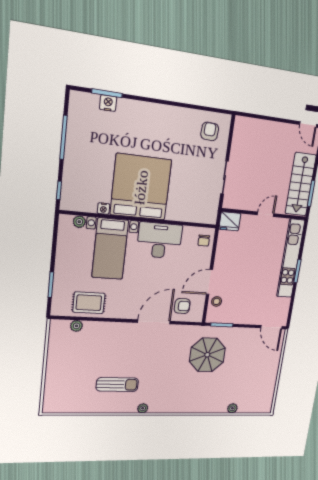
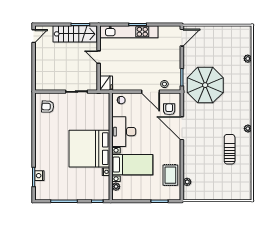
parasol: (207, 355) -> (205, 85), width x1.36, depth x1.36

